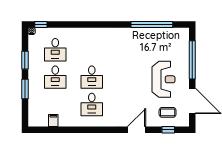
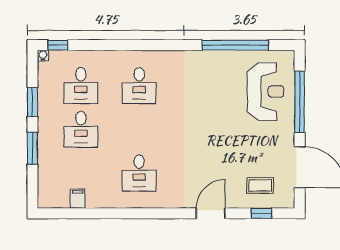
desk: (92, 77) -> (139, 85), moved
reception desk: (163, 79) -> (265, 92), moved

